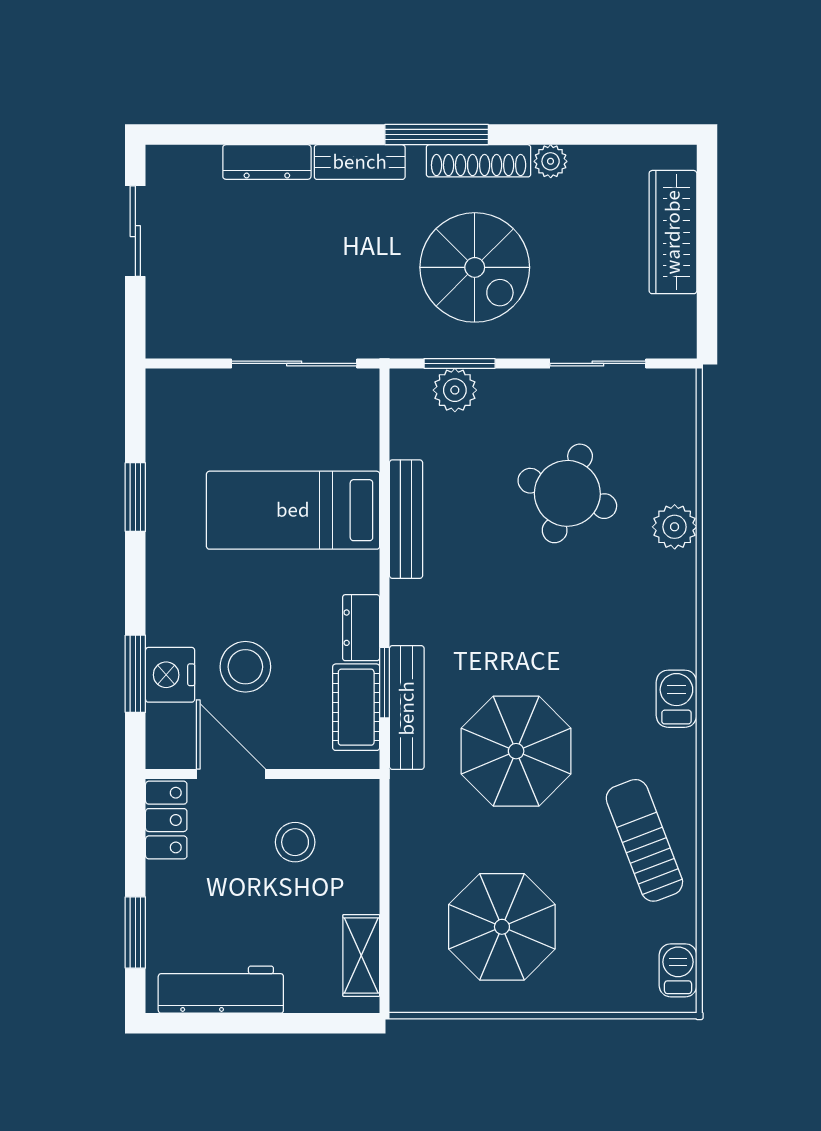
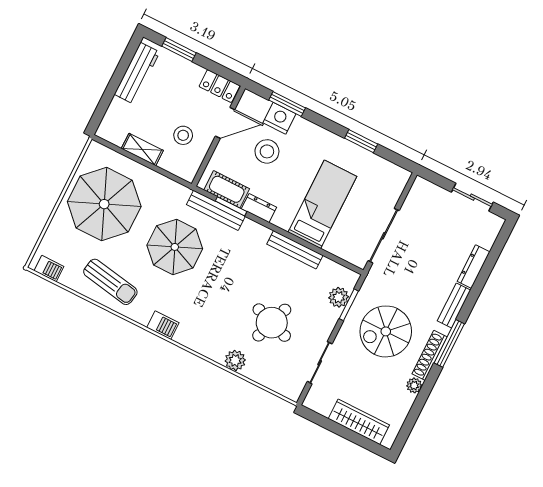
sun lounger: (644, 840) -> (110, 282), turned 31
parasol: (502, 927) -> (104, 204), width x1.36, depth x1.36
shelving: (361, 955) -> (142, 149), moved

